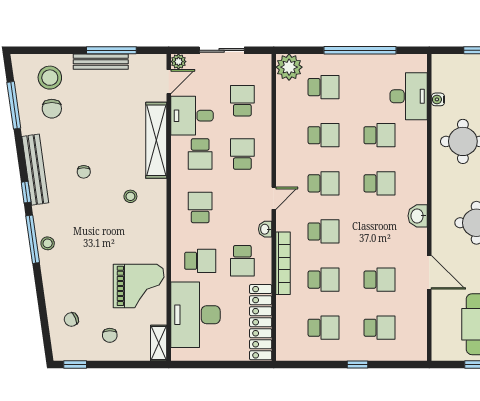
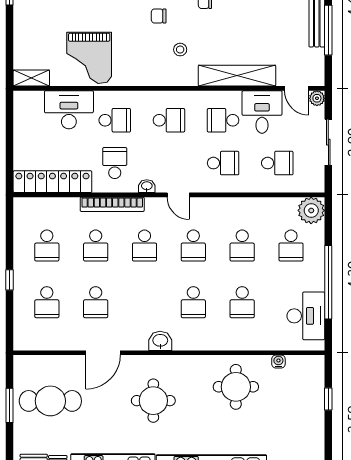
desk: (409, 96) -> (306, 316), moved, turned -90
school desk: (200, 261) -> (115, 120), turned -90
school desk: (242, 261) -> (115, 163), turned 90
desk: (195, 315) -> (69, 110), width x0.73, depth x0.77
chair: (110, 335) -> (159, 16), moved

